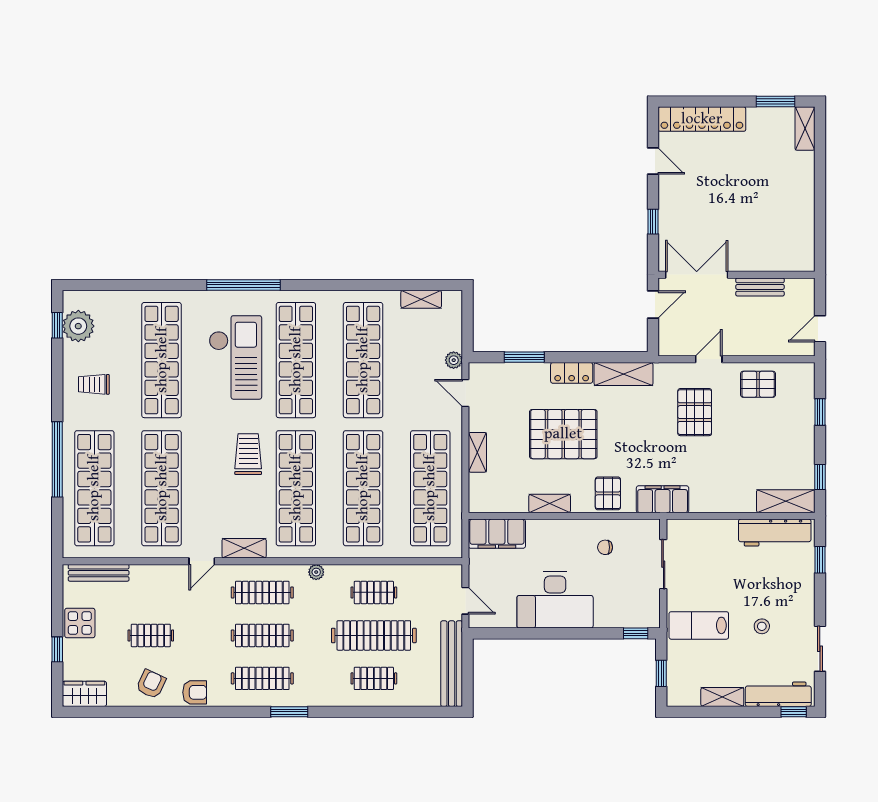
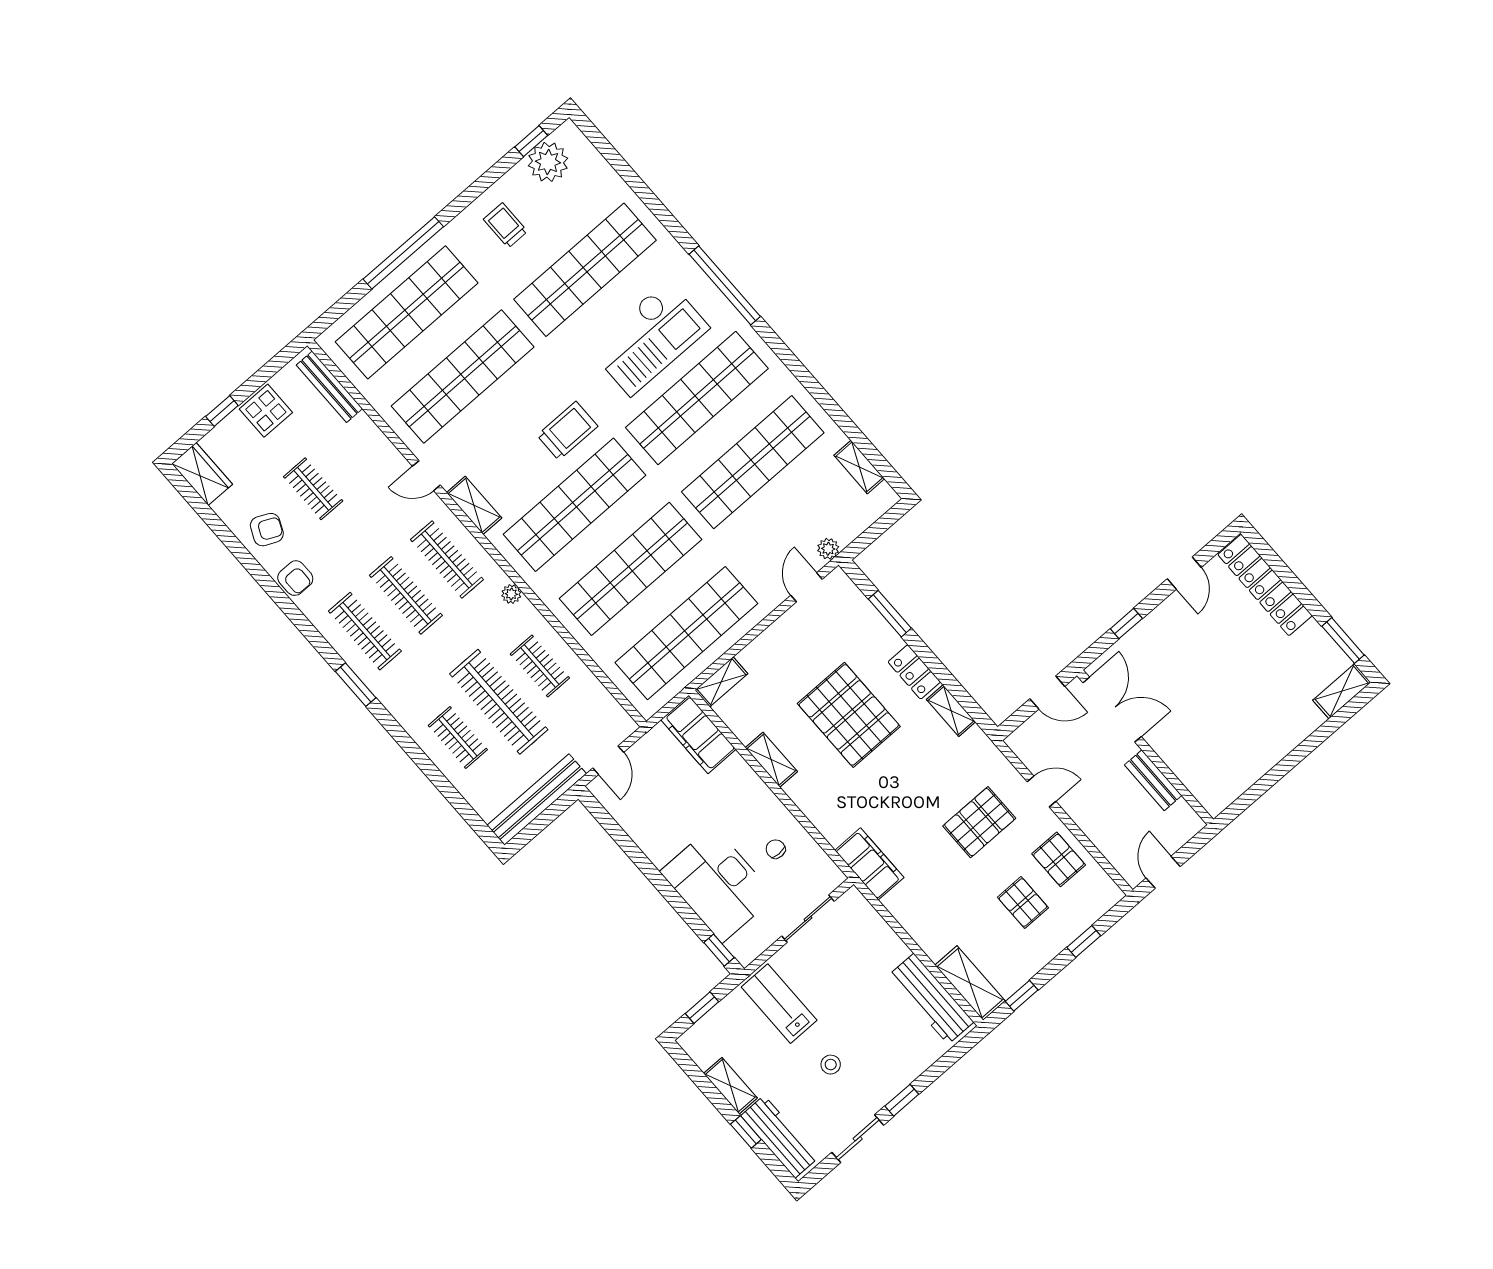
door: (820, 329) -> (1163, 872), hinge flipped
shelving: (623, 374) -> (951, 711), width x0.67, depth x0.75
shelving: (477, 452) -> (721, 682), moved
pallet: (608, 493) -> (1023, 903), moved, turned 90
window: (820, 560) -> (902, 1100), moved
desk: (555, 600) -> (718, 884), moved
window: (794, 712) -> (746, 1132), moved

